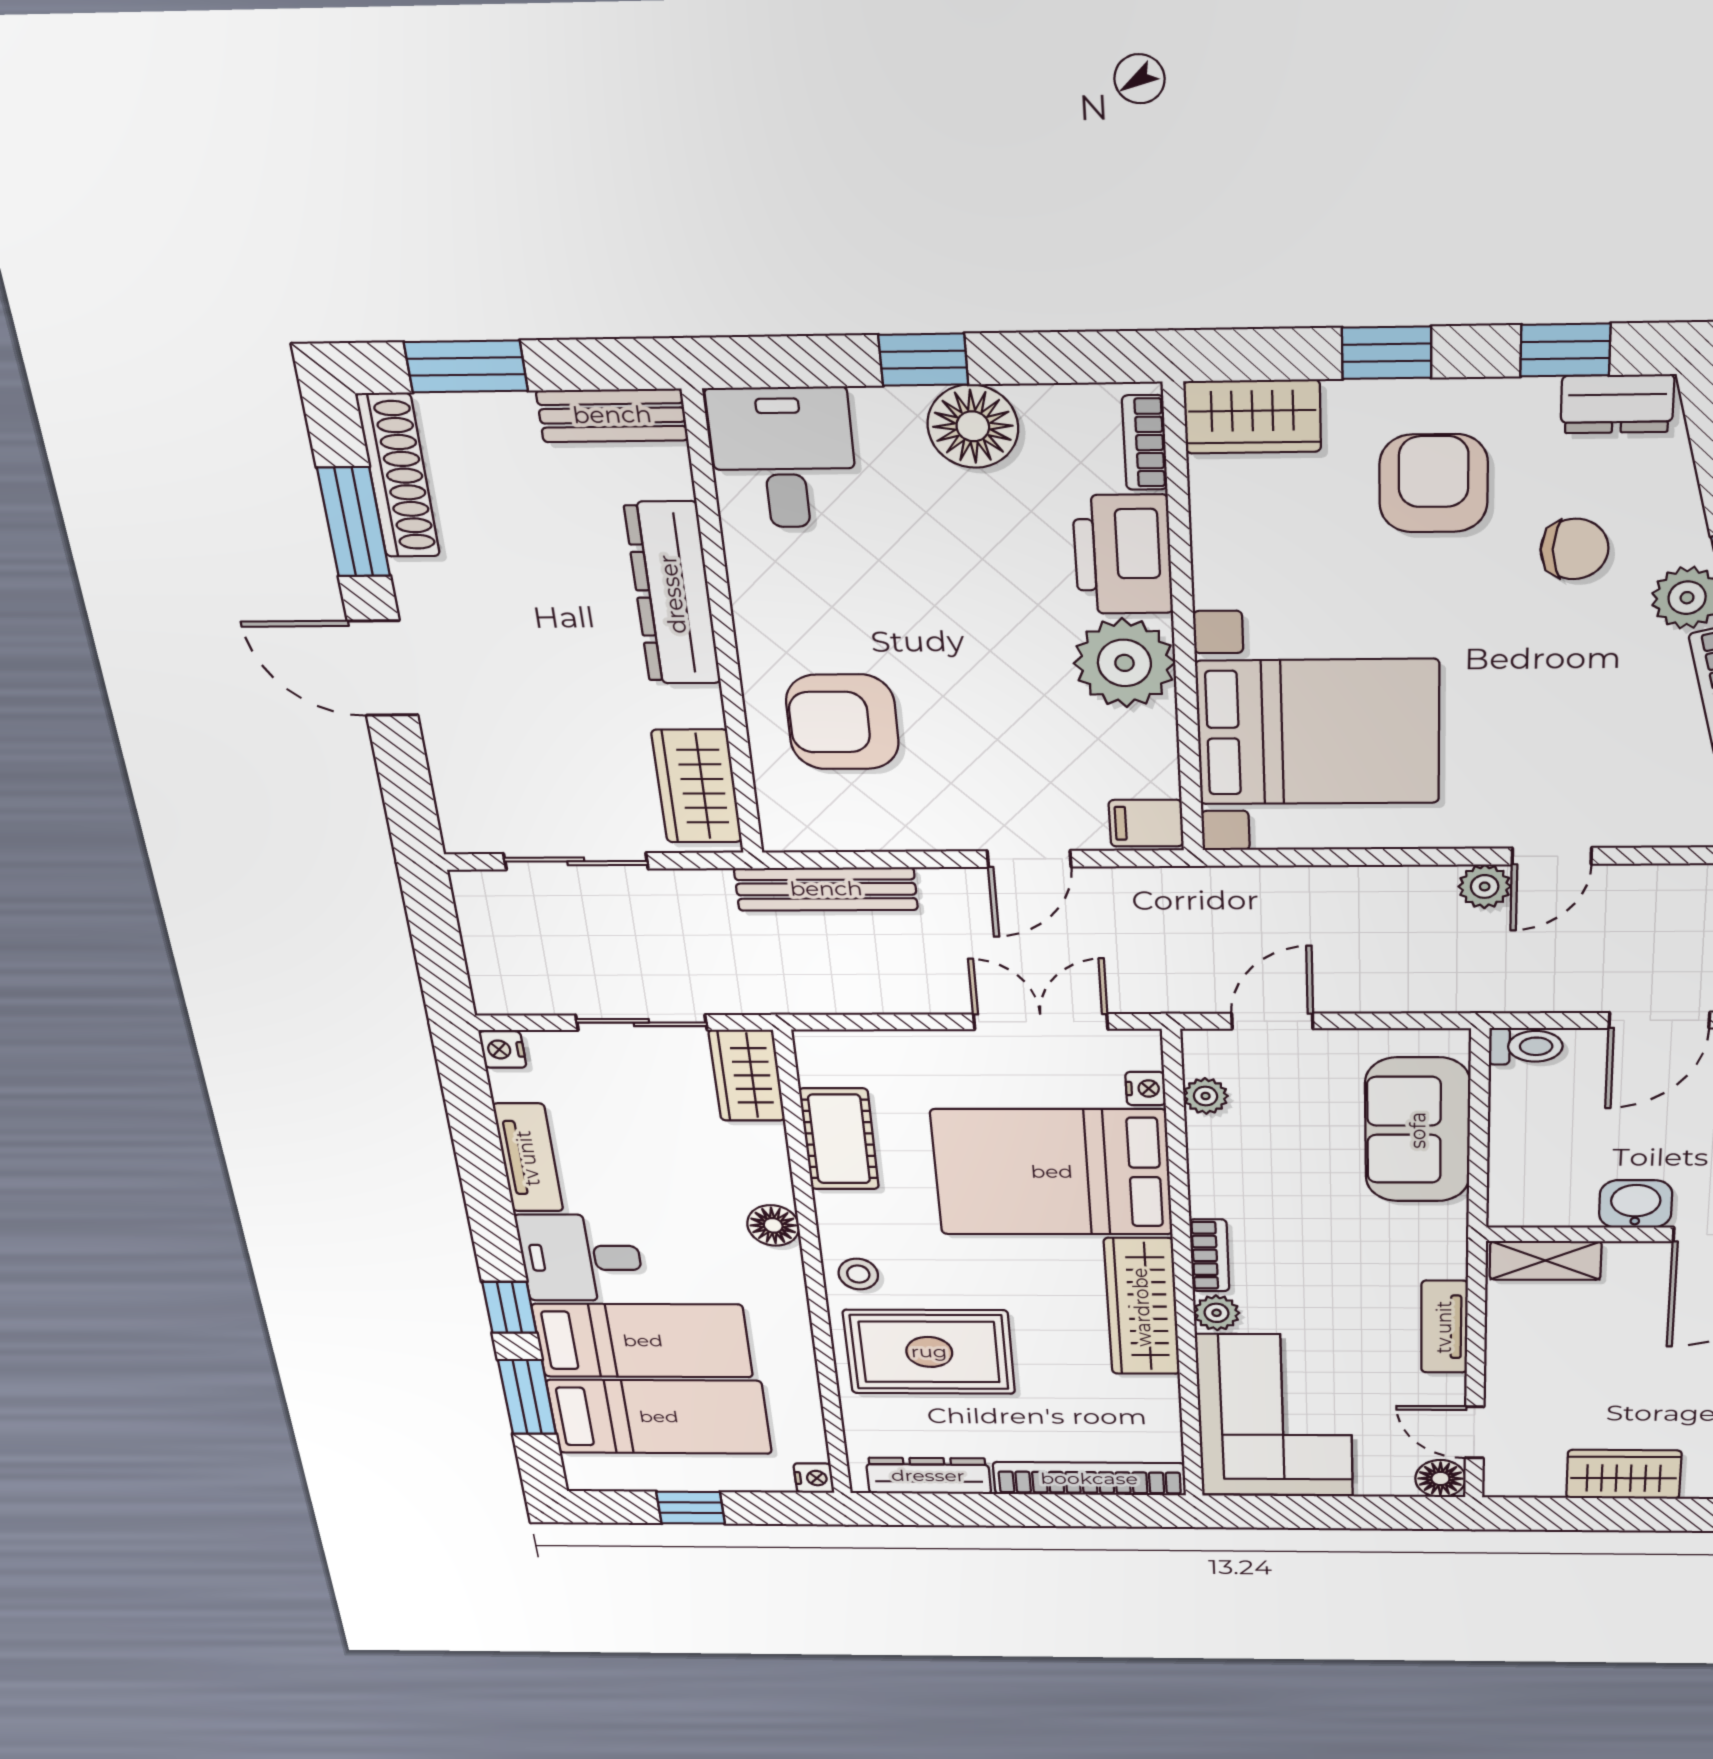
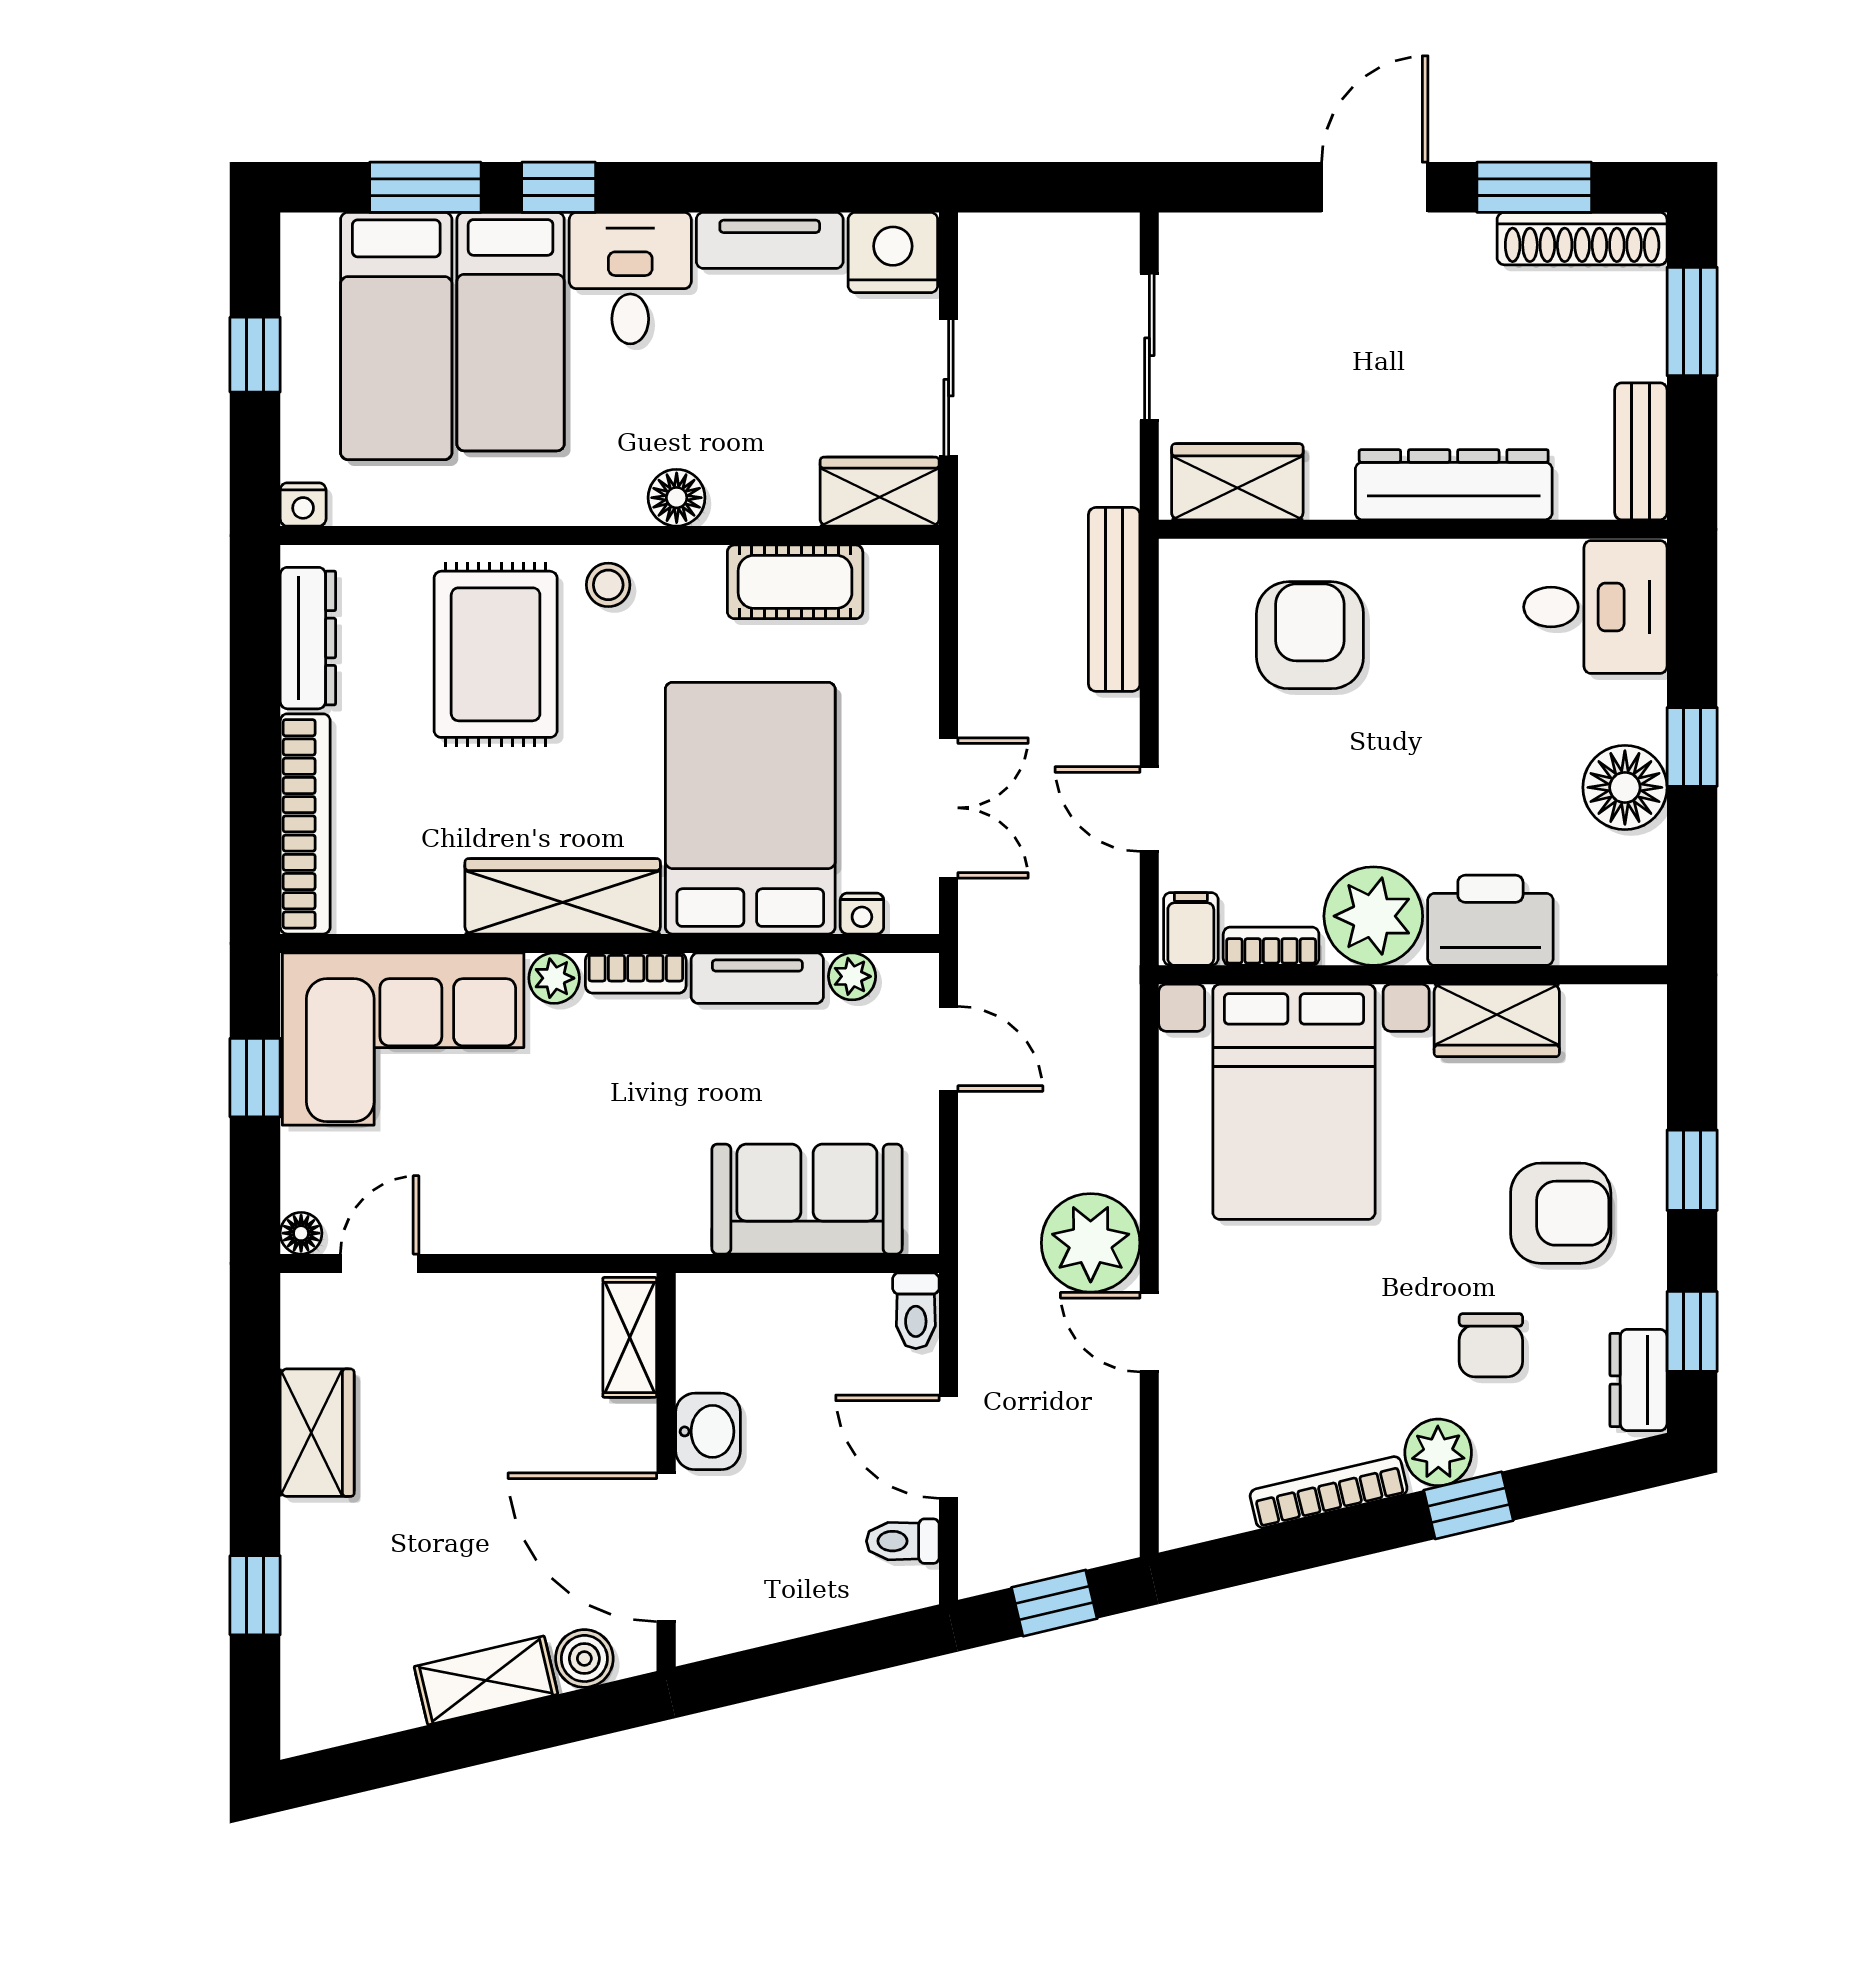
wardrobe: (1252, 417) -> (1497, 1020), moved, turned -90
bookcase: (1145, 443) -> (1271, 946), moved
plant: (1485, 886) -> (1091, 1243), width x1.87, depth x1.87
nightstand: (503, 1049) -> (893, 253), width x1.89, depth x1.79
tv unit: (1444, 1327) -> (757, 978), moved, turned 180
floor lamp: (1440, 1479) -> (301, 1233), width x0.73, depth x0.73
window: (1311, 1512) -> (255, 1078), added

